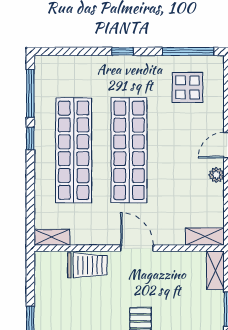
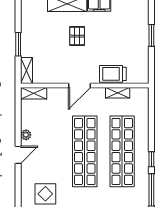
shelving: (52, 237) -> (118, 93), moved
door: (137, 248) -> (79, 85), hinge flipped

